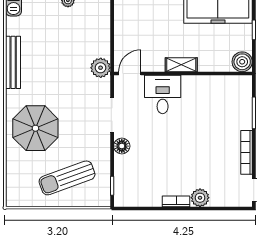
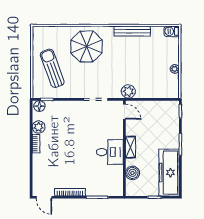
boiler: (242, 62) -> (132, 173), moved
desk: (163, 94) -> (110, 152), moved
floor lamp: (122, 146) -> (39, 106), moved
plant: (200, 198) -> (39, 127), moved

